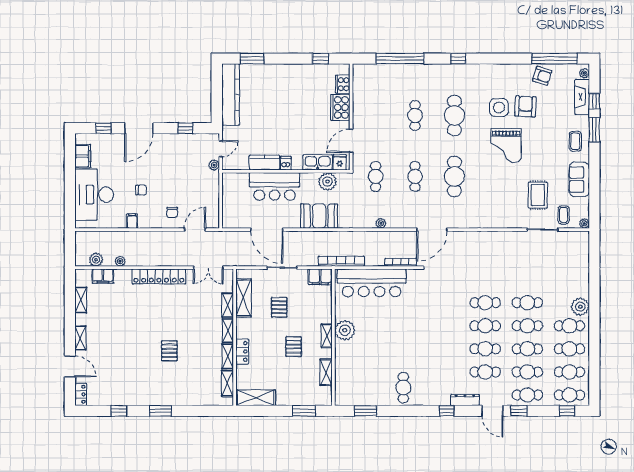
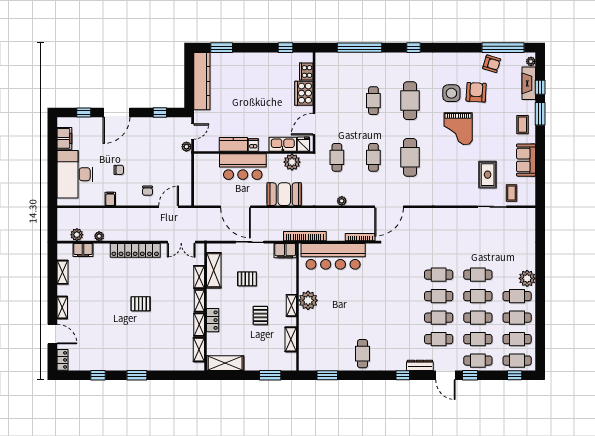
plant: (584, 223) -> (531, 201), removed
pallet: (279, 307) -> (247, 279), turned 90
pallet: (169, 351) -> (141, 304), moved, turned 90

